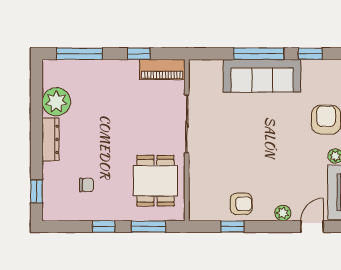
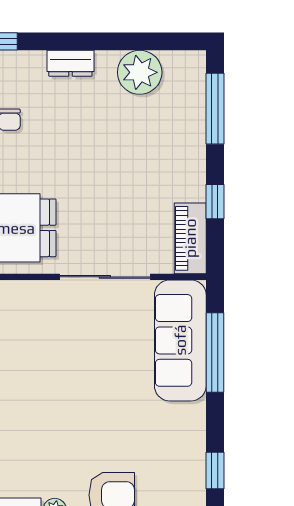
window: (259, 54) -> (215, 353), moved
sofa: (262, 76) -> (180, 340), moved
dresser: (51, 139) -> (70, 63), width x0.70

